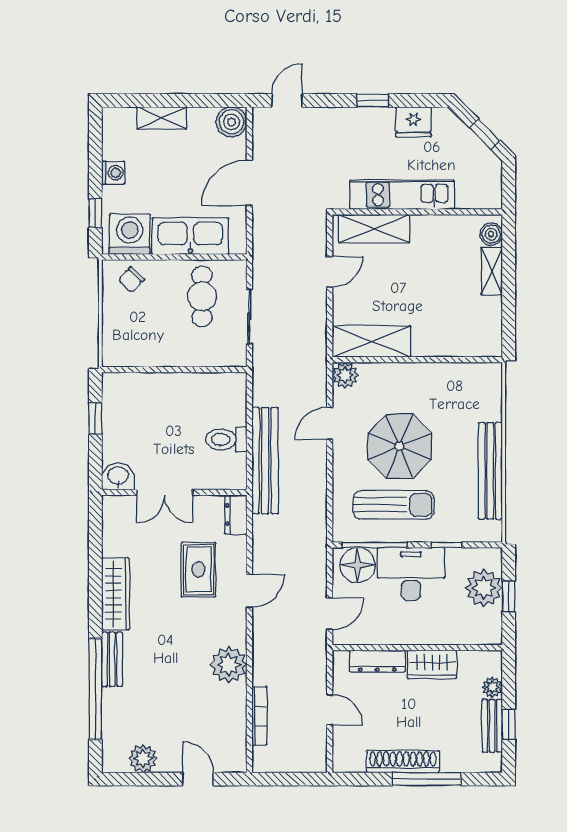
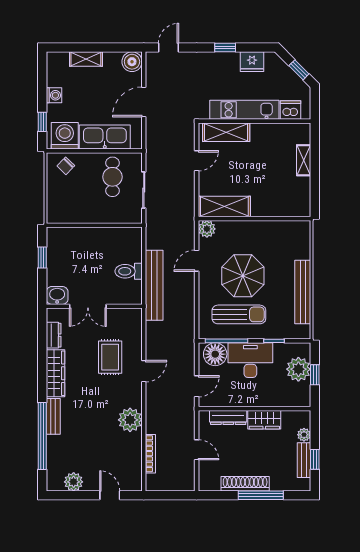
dishwasher: (472, 195) -> (290, 110), added
boiler: (491, 234) -> (303, 136), removed
dresser: (236, 515) -> (54, 335), moved, turned 180

